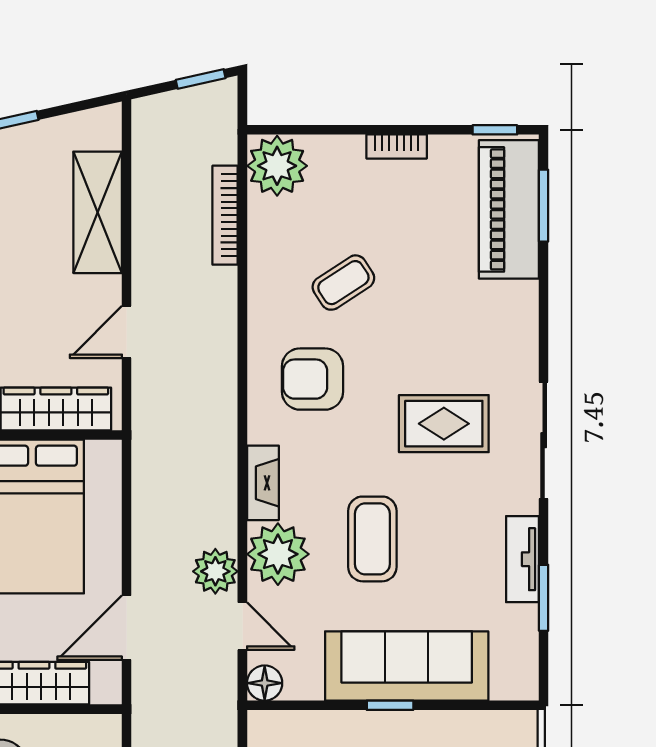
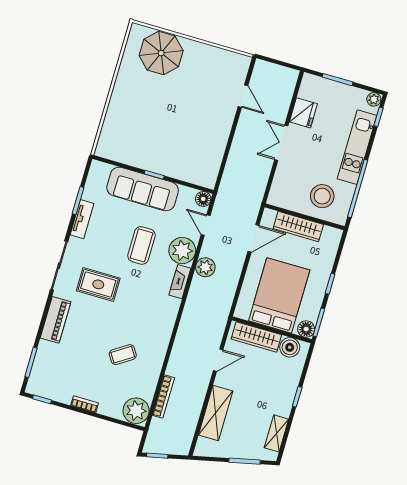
piano: (509, 209) -> (56, 320), moved, width x0.73, depth x0.75
armchair: (313, 379) -> (147, 319), removed
plant: (215, 571) -> (205, 267), moved

